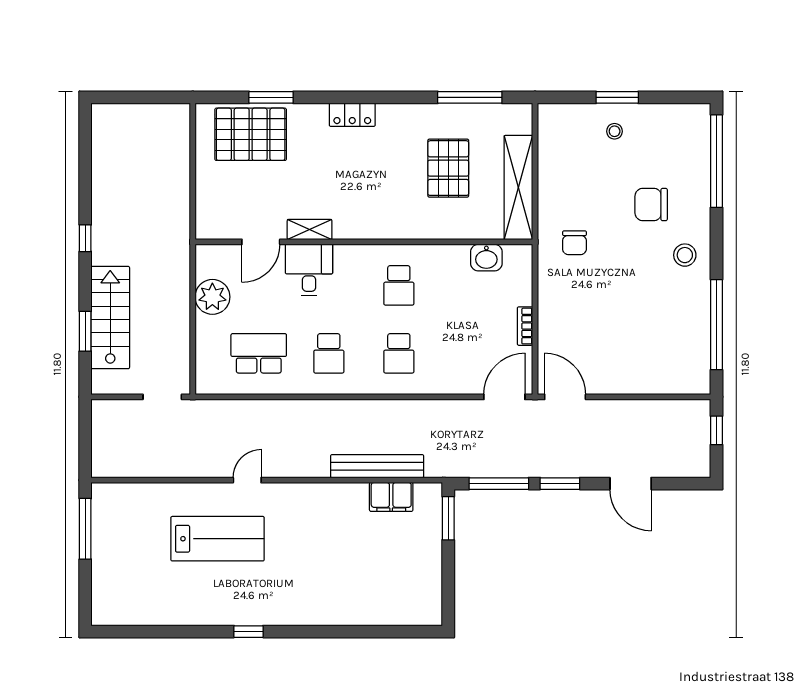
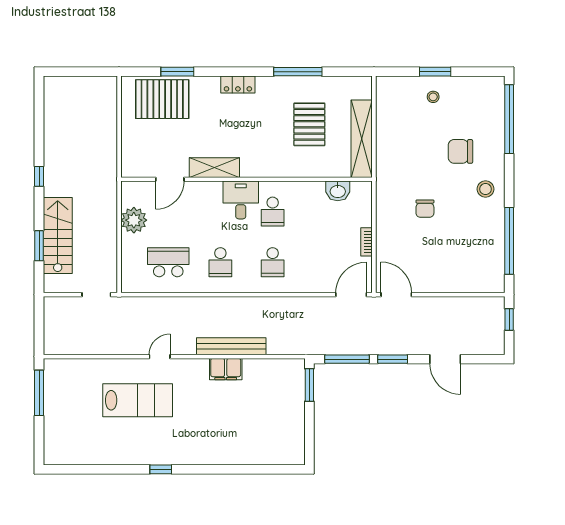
window: (470, 97) -> (298, 72), moved
shelving: (310, 230) -> (214, 168), width x1.50, depth x1.33
chair: (574, 243) -> (425, 209), moved
desk: (309, 270) -> (241, 200), moved
bench: (377, 466) -> (231, 346), moved
filing cabinet: (391, 497) -> (226, 369), moved

